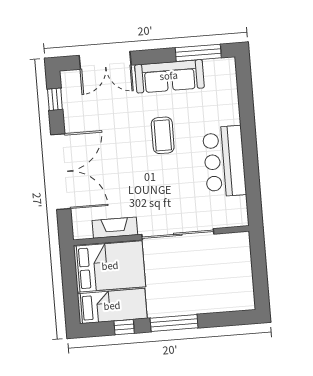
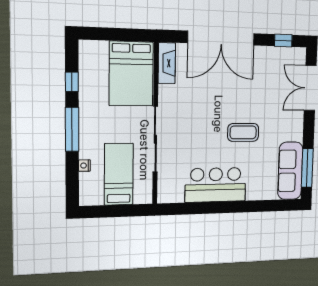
sofa: (169, 76) -> (290, 171), moved
fireplace: (115, 228) -> (167, 63), moved
bed: (112, 306) -> (119, 174), moved, turned 180
nightstand: (212, 307) -> (84, 166), added

